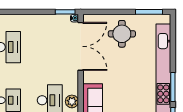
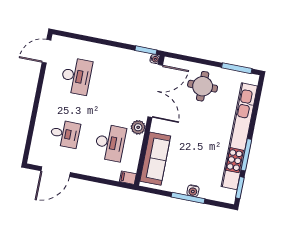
plant: (72, 101) -> (138, 127), moved

